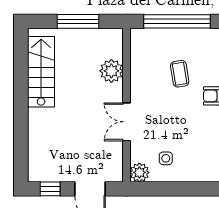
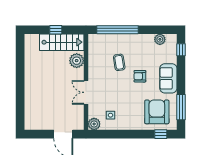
window: (78, 21) -> (56, 30), width x0.46
stairs: (41, 72) -> (62, 42), moved, turned 90
window: (50, 189) -> (38, 134), removed

